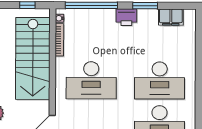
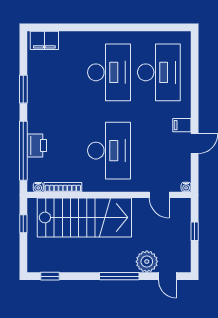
printer: (126, 17) -> (37, 145), moved
filing cabinet: (171, 17) -> (44, 40), moved, turned 90

